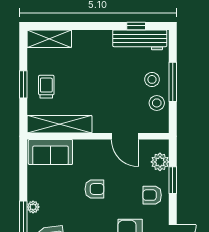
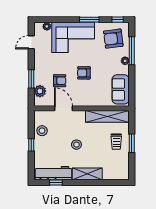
shelving: (49, 39) -> (87, 174), moved
stool: (152, 79) -> (76, 145), moved
window: (173, 82) -> (31, 145), width x0.46
sofa: (50, 152) -> (121, 89), moved, turned -90
armchair: (152, 195) -> (60, 81), moved

